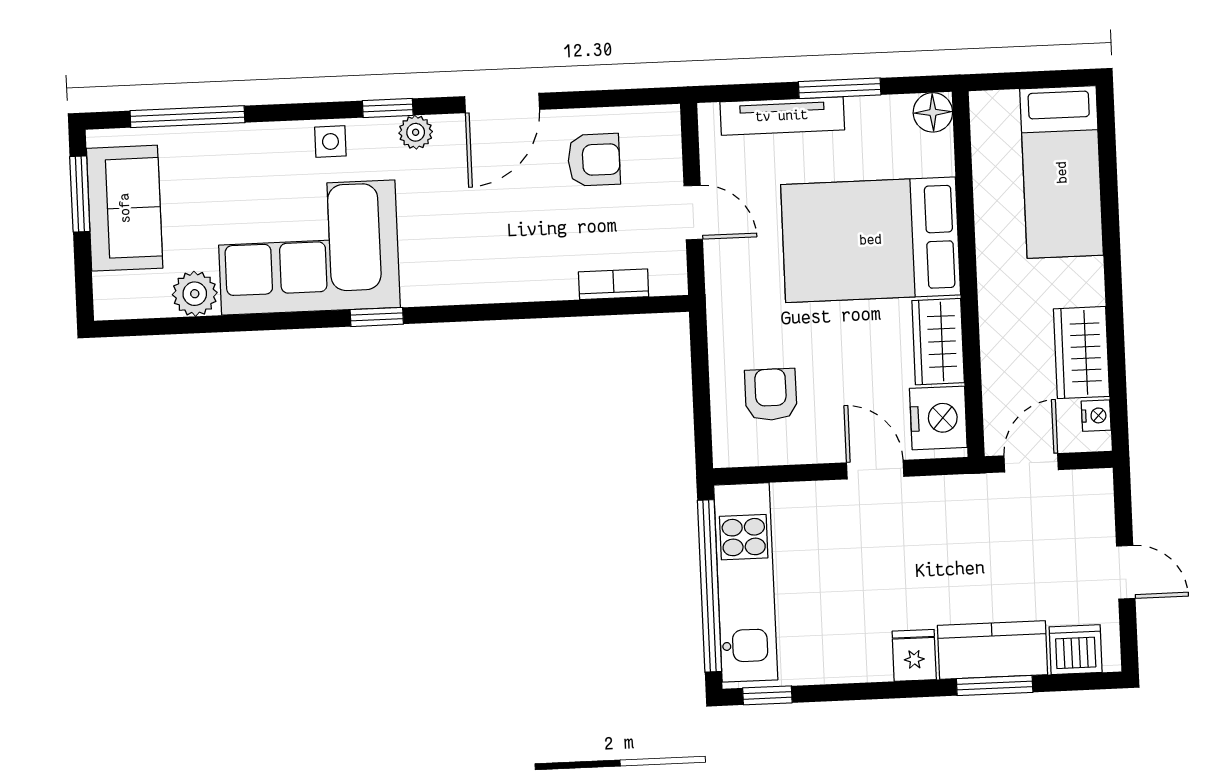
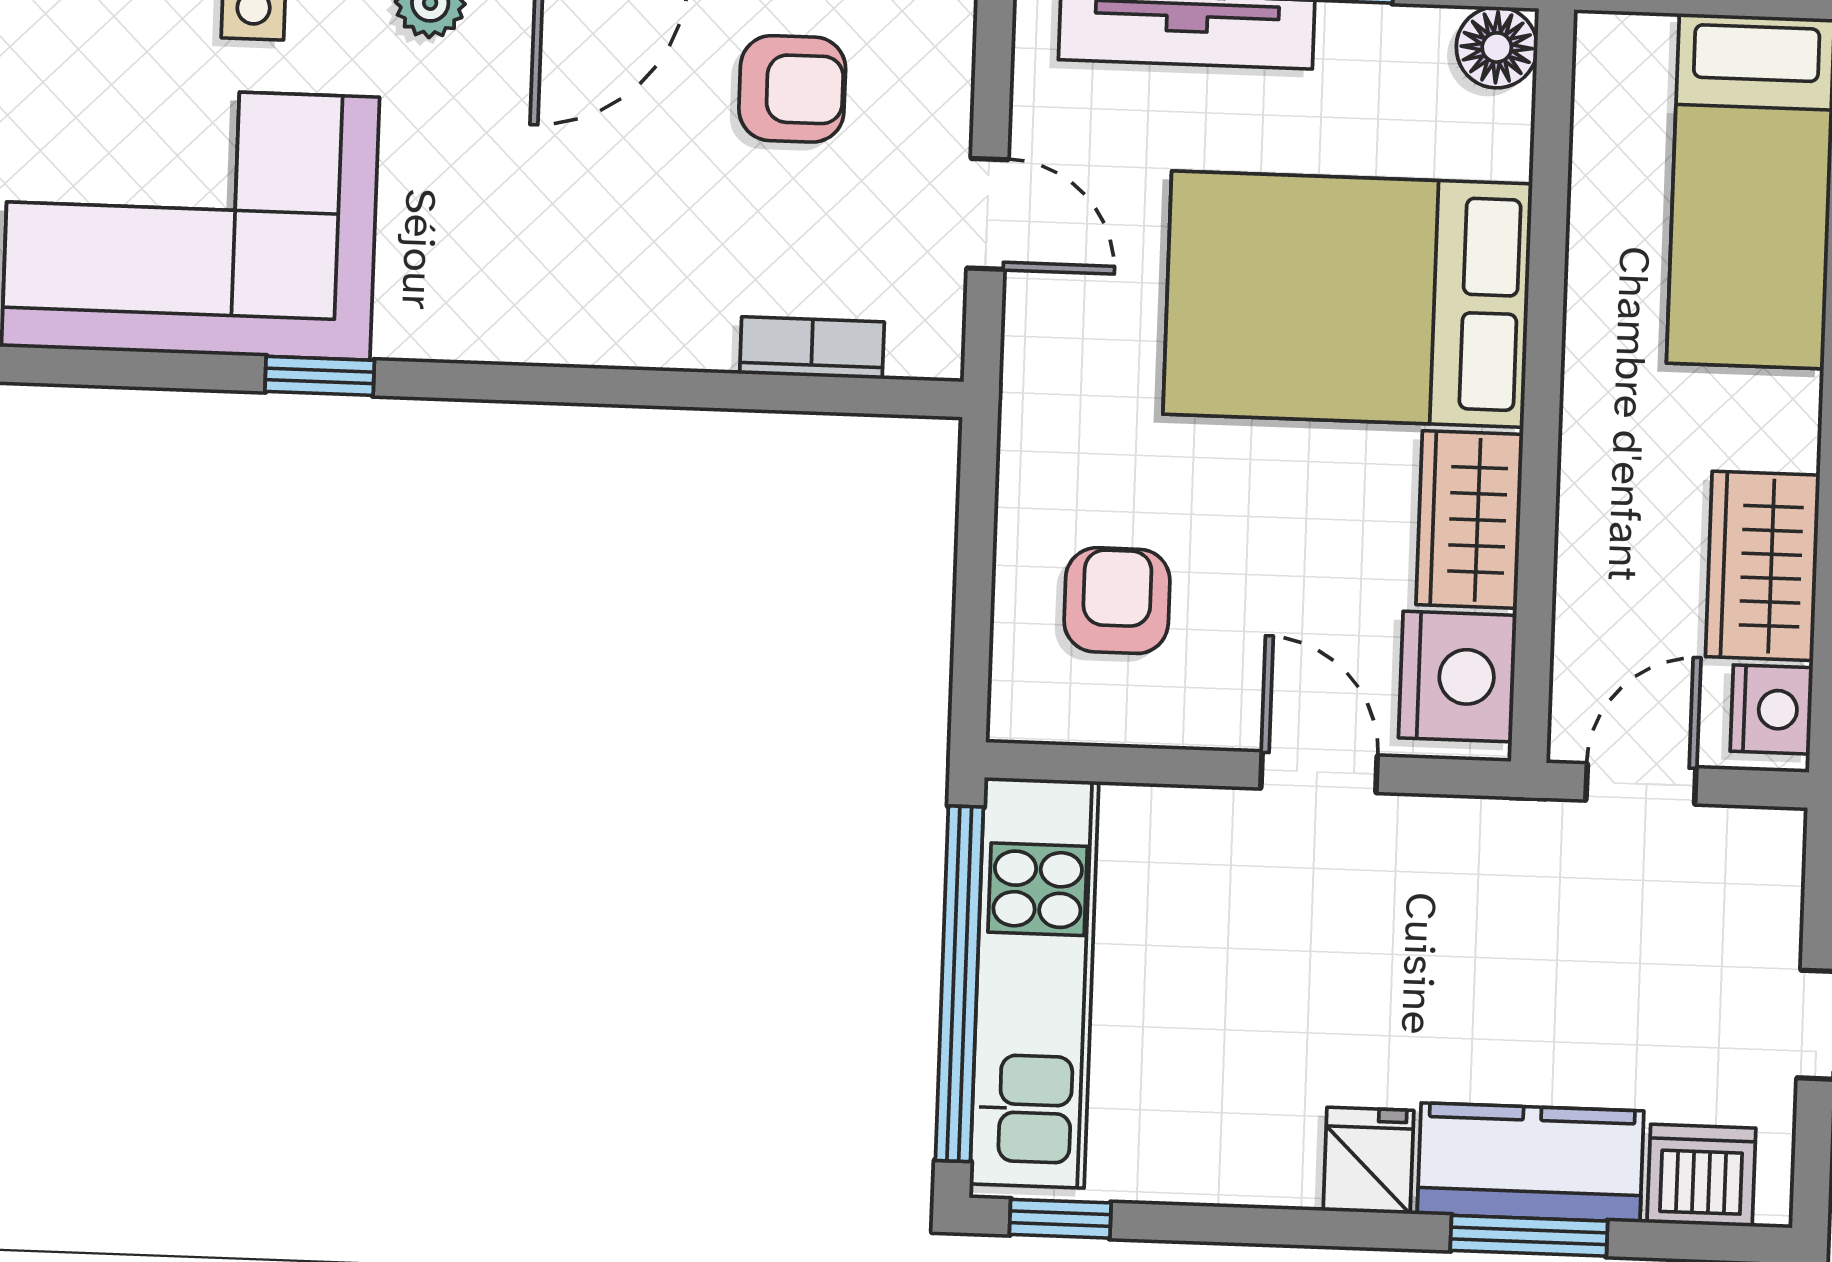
nightstand: (1096, 416) -> (1771, 709), width x1.39, depth x1.35

